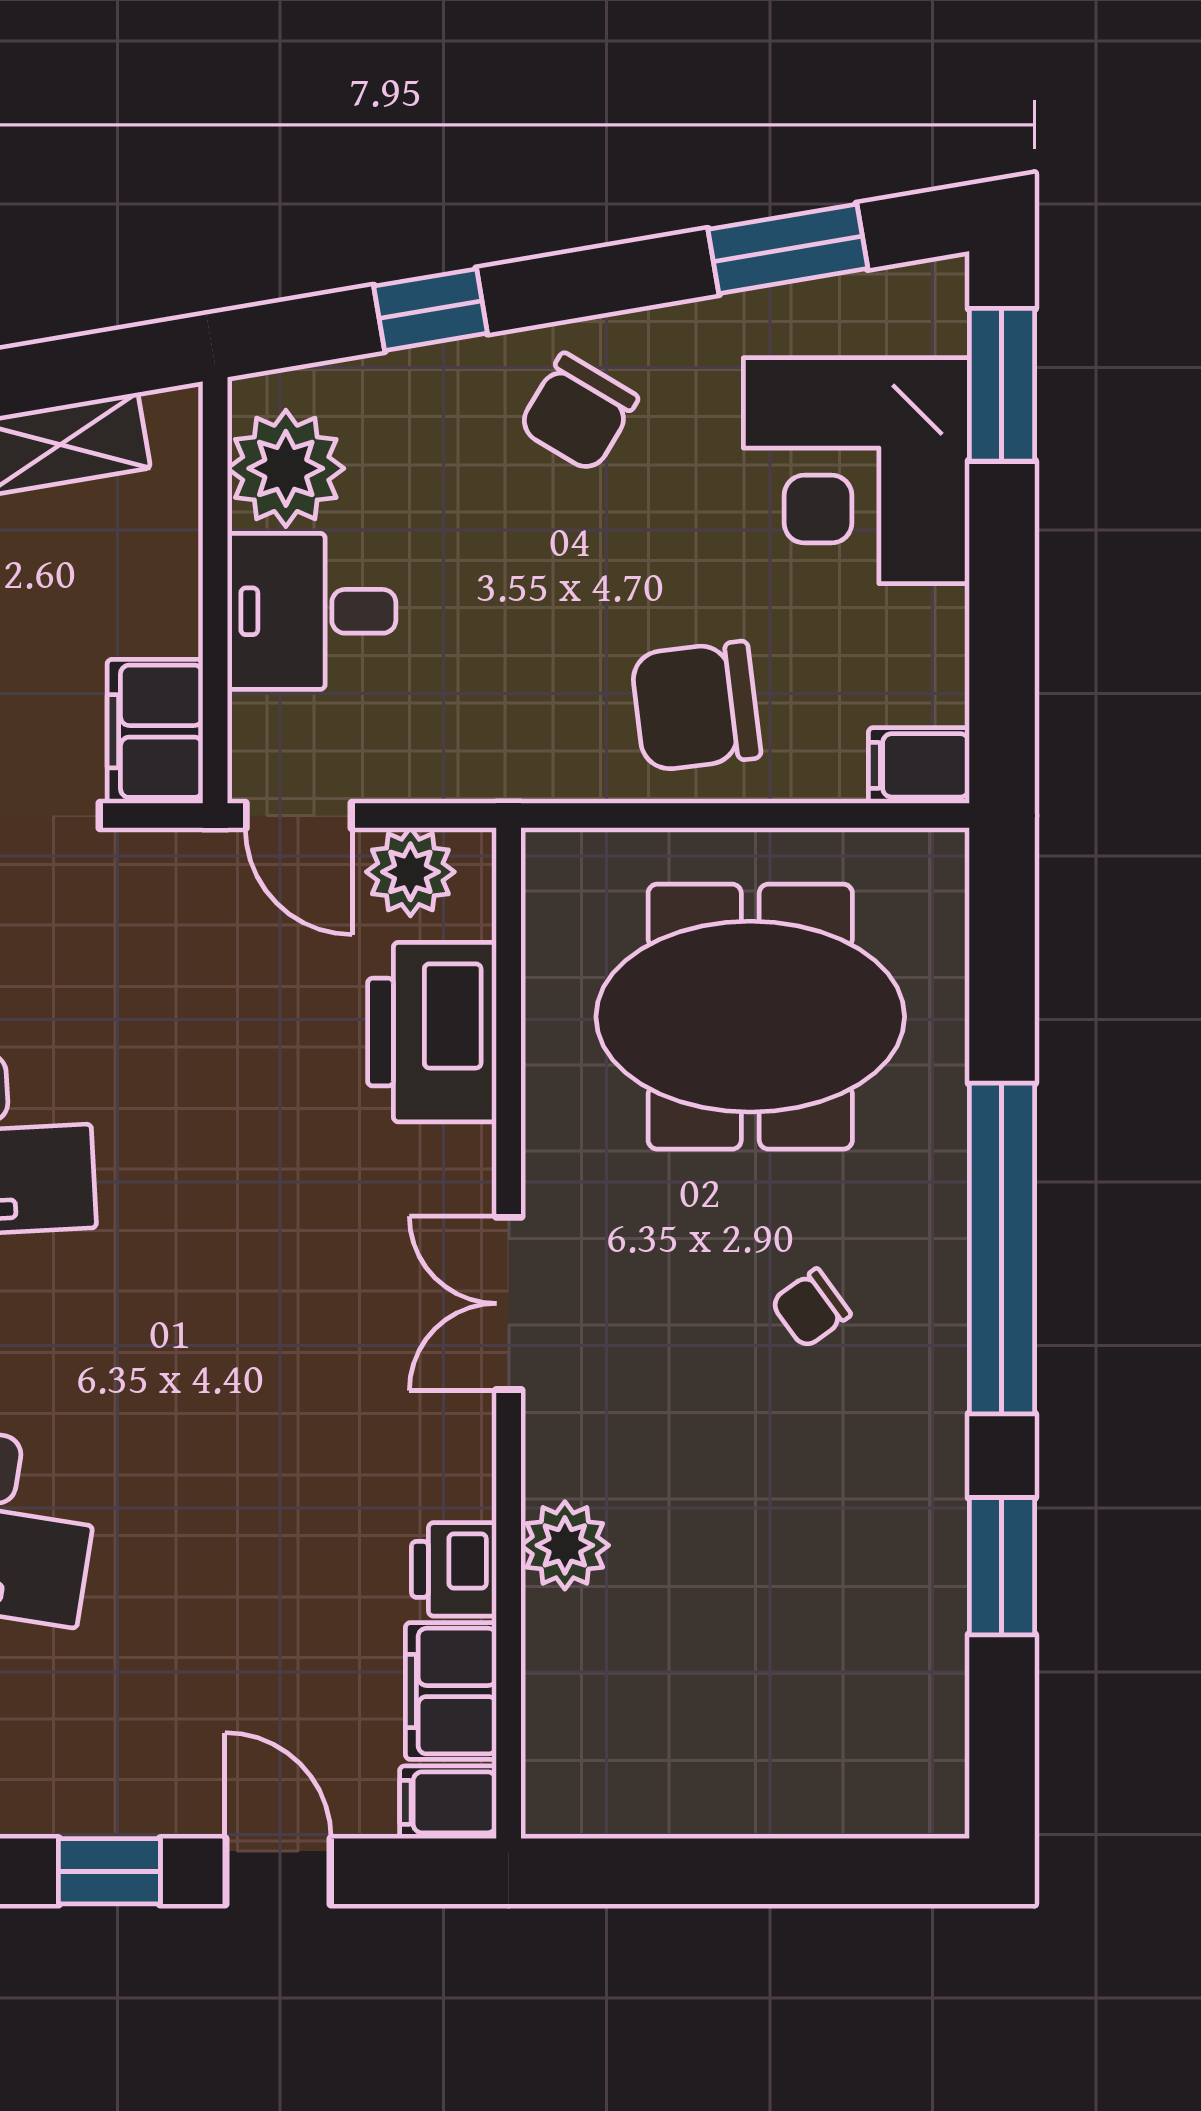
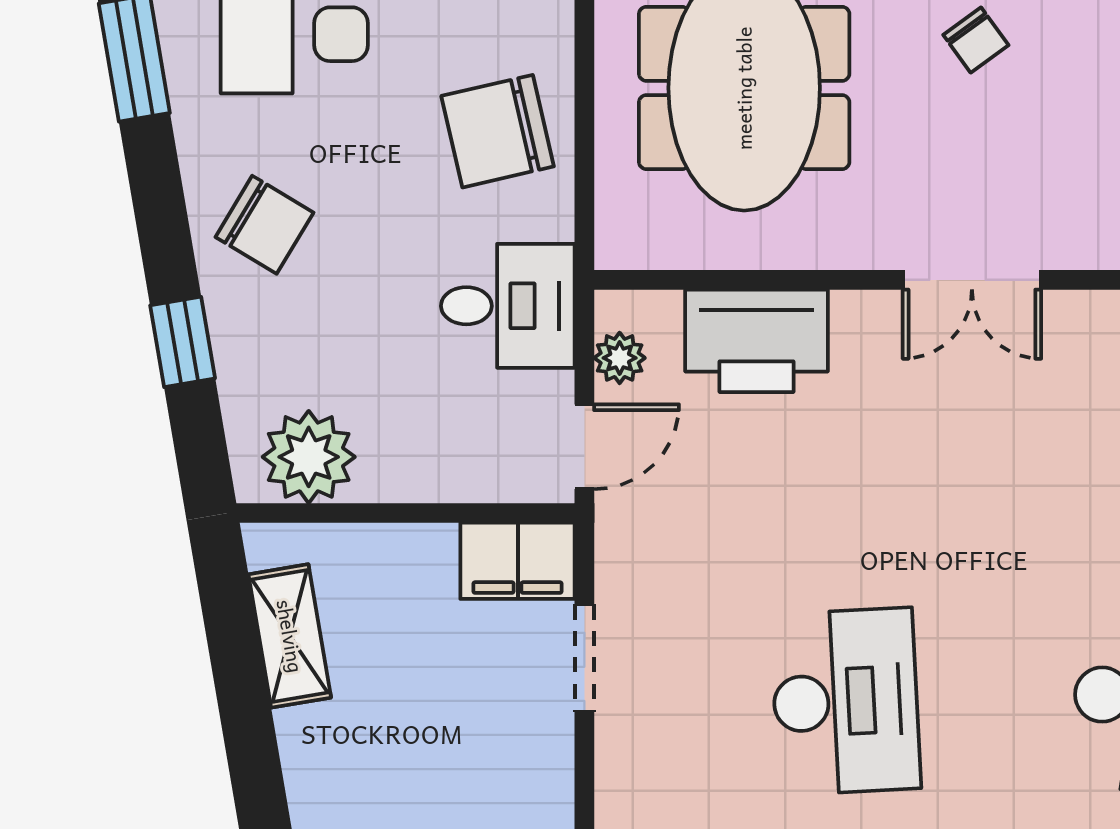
desk: (312, 611) -> (508, 306), moved, turned -90
chair: (696, 706) -> (498, 131), turned 84
plant: (410, 872) -> (620, 358), width x0.73, depth x0.73

